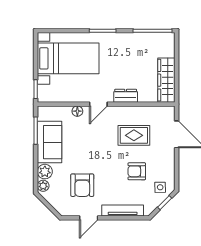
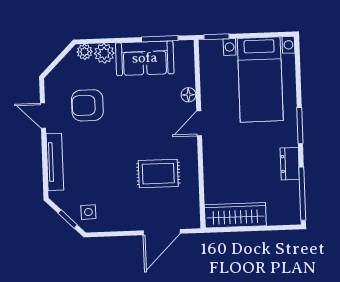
dresser: (126, 96) -> (290, 164), moved, turned 180
door: (98, 104) -> (199, 123), hinge flipped
rug: (134, 135) -> (158, 174), turned 90
armchair: (137, 171) -> (109, 179), removed

